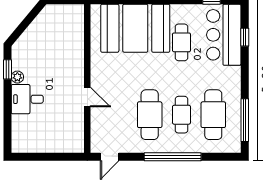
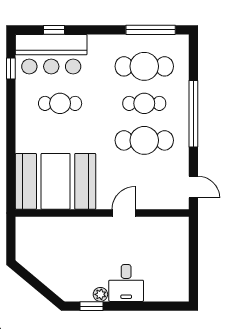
booth: (135, 28) -> (56, 181), moved, turned 90

